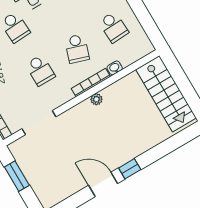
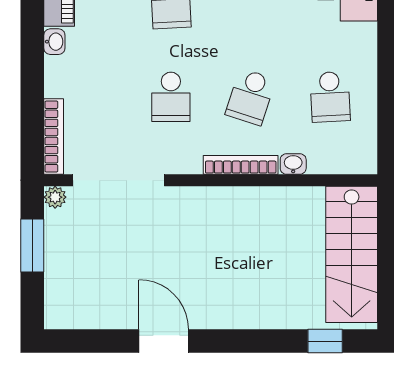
plant: (96, 99) -> (55, 197), moved
doorway: (39, 123) -> (119, 180), width x1.36
window: (130, 169) -> (325, 341), moved

